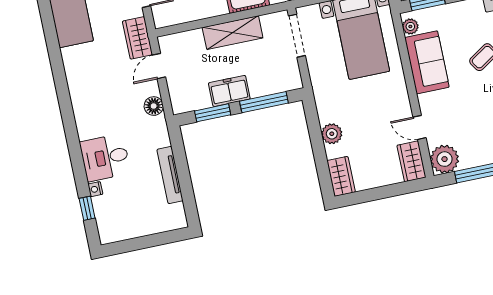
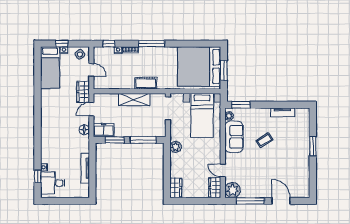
freezer: (229, 91) -> (104, 130), moved
plant: (332, 134) -> (176, 147), moved
desk: (105, 158) -> (53, 183), moved

